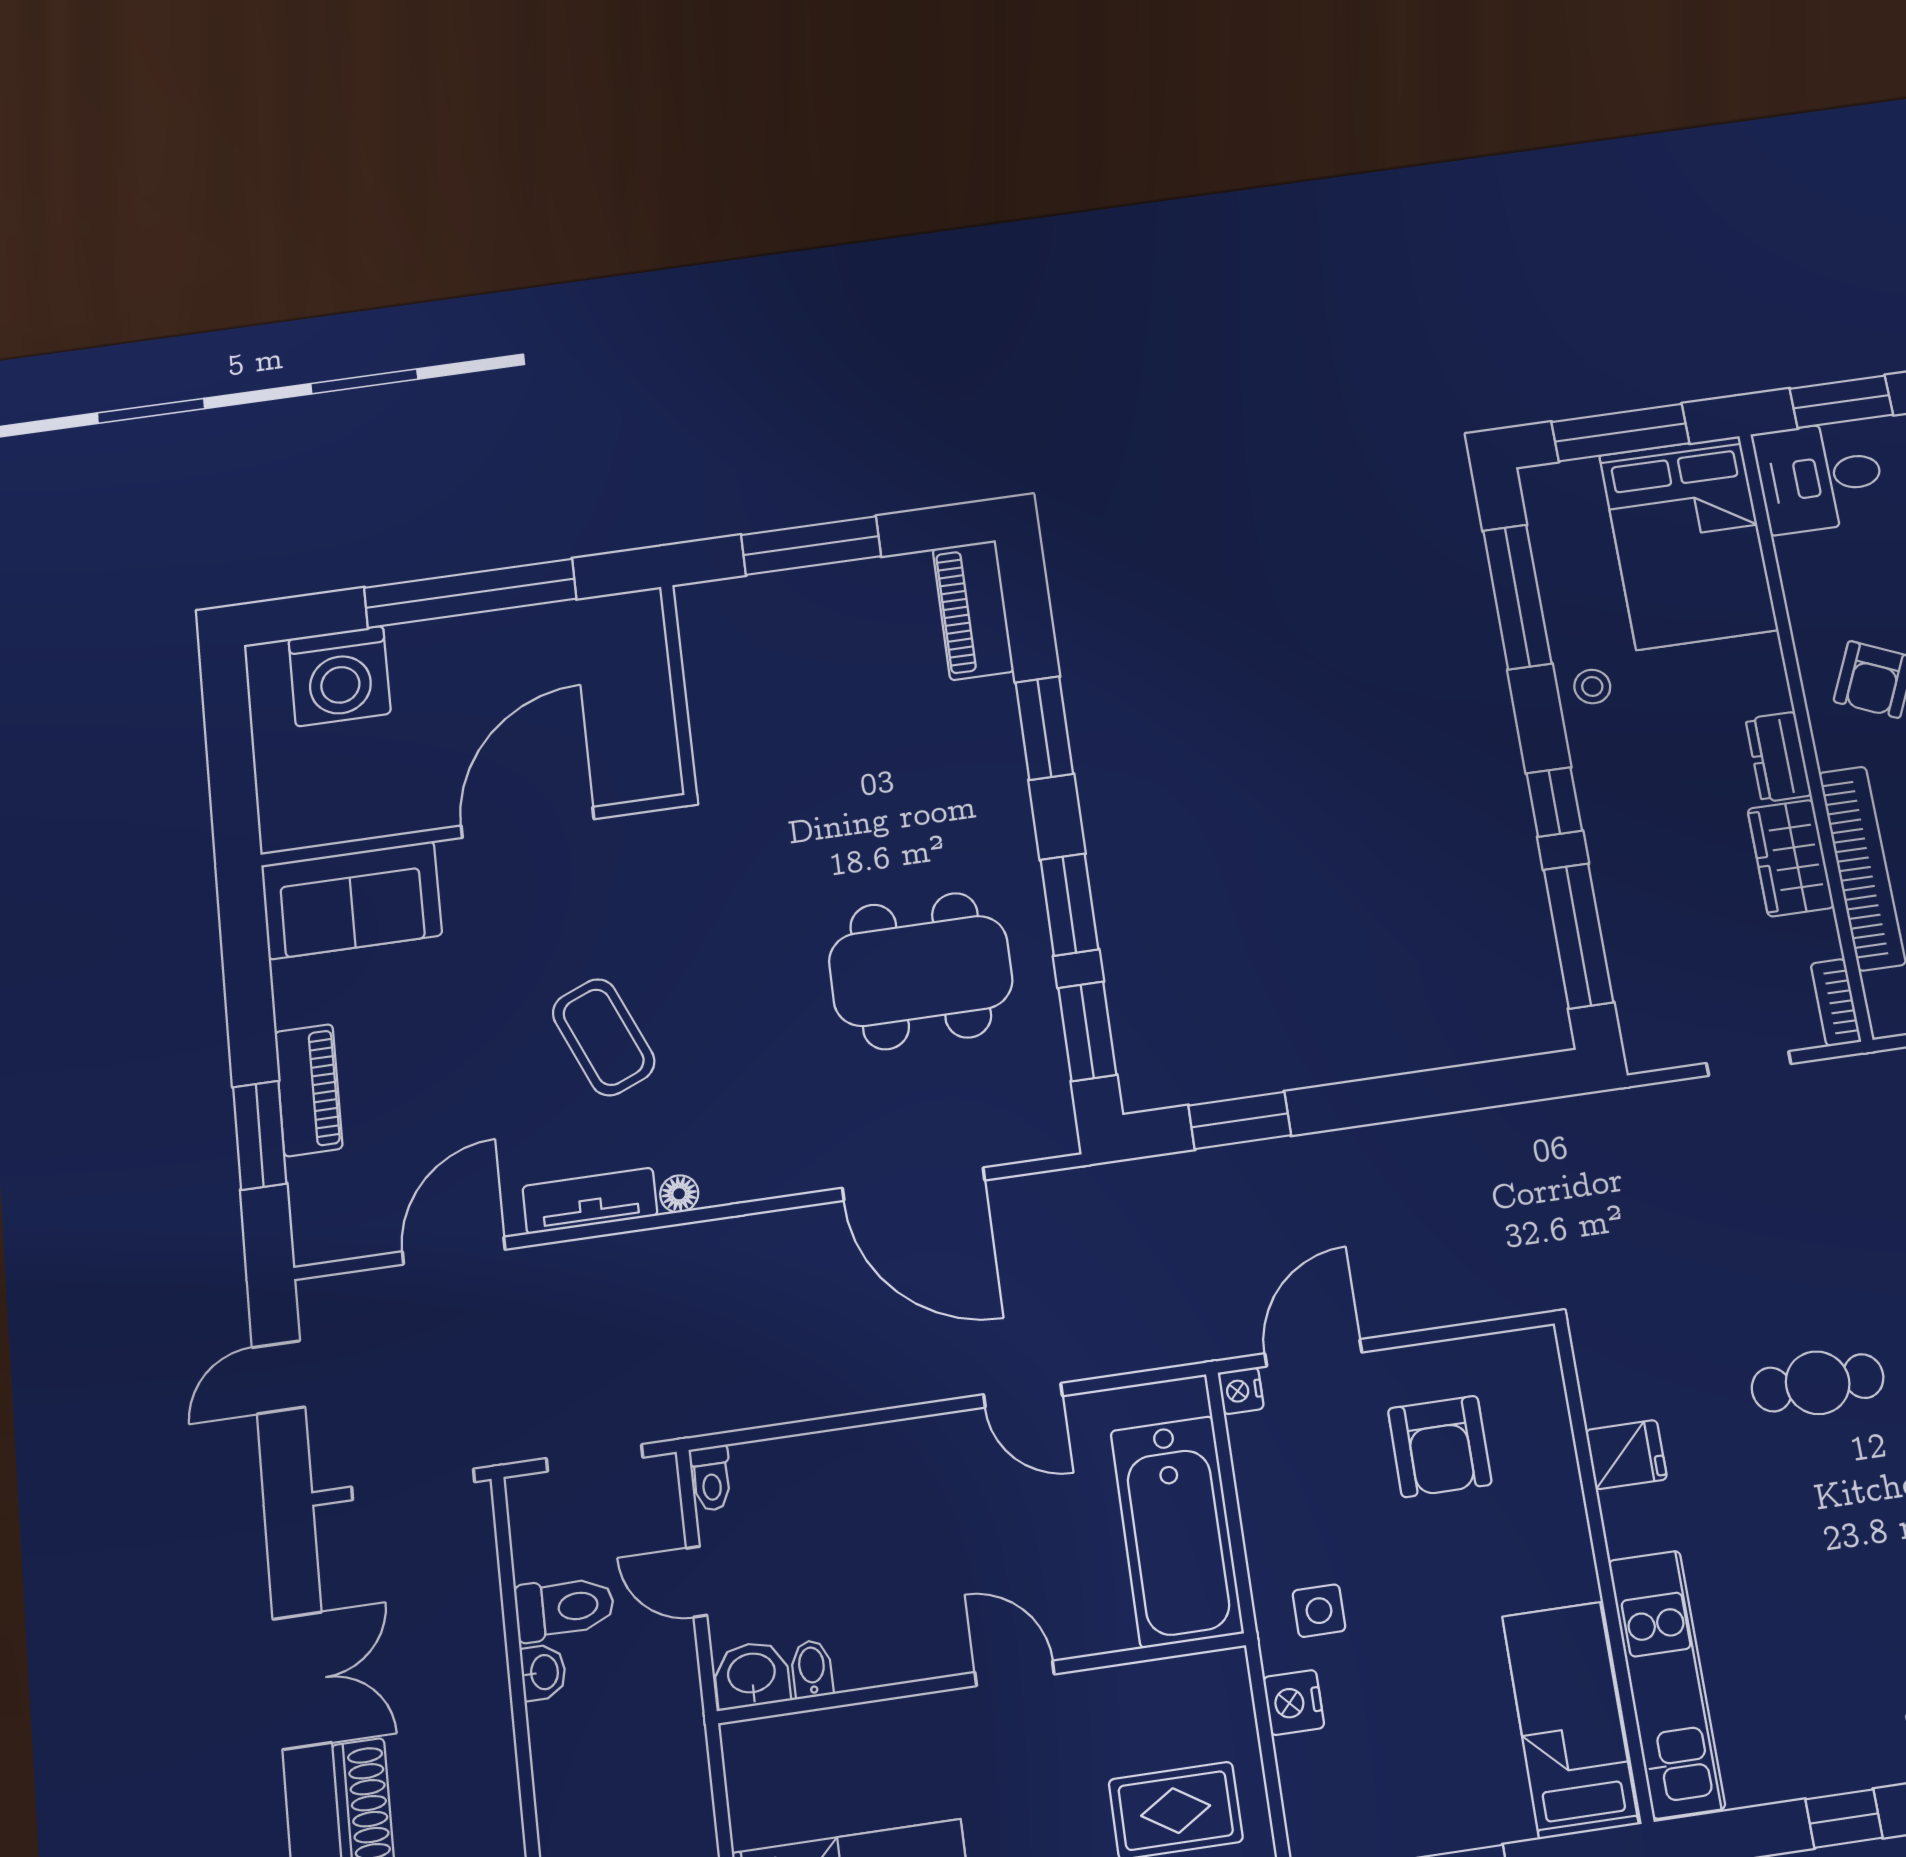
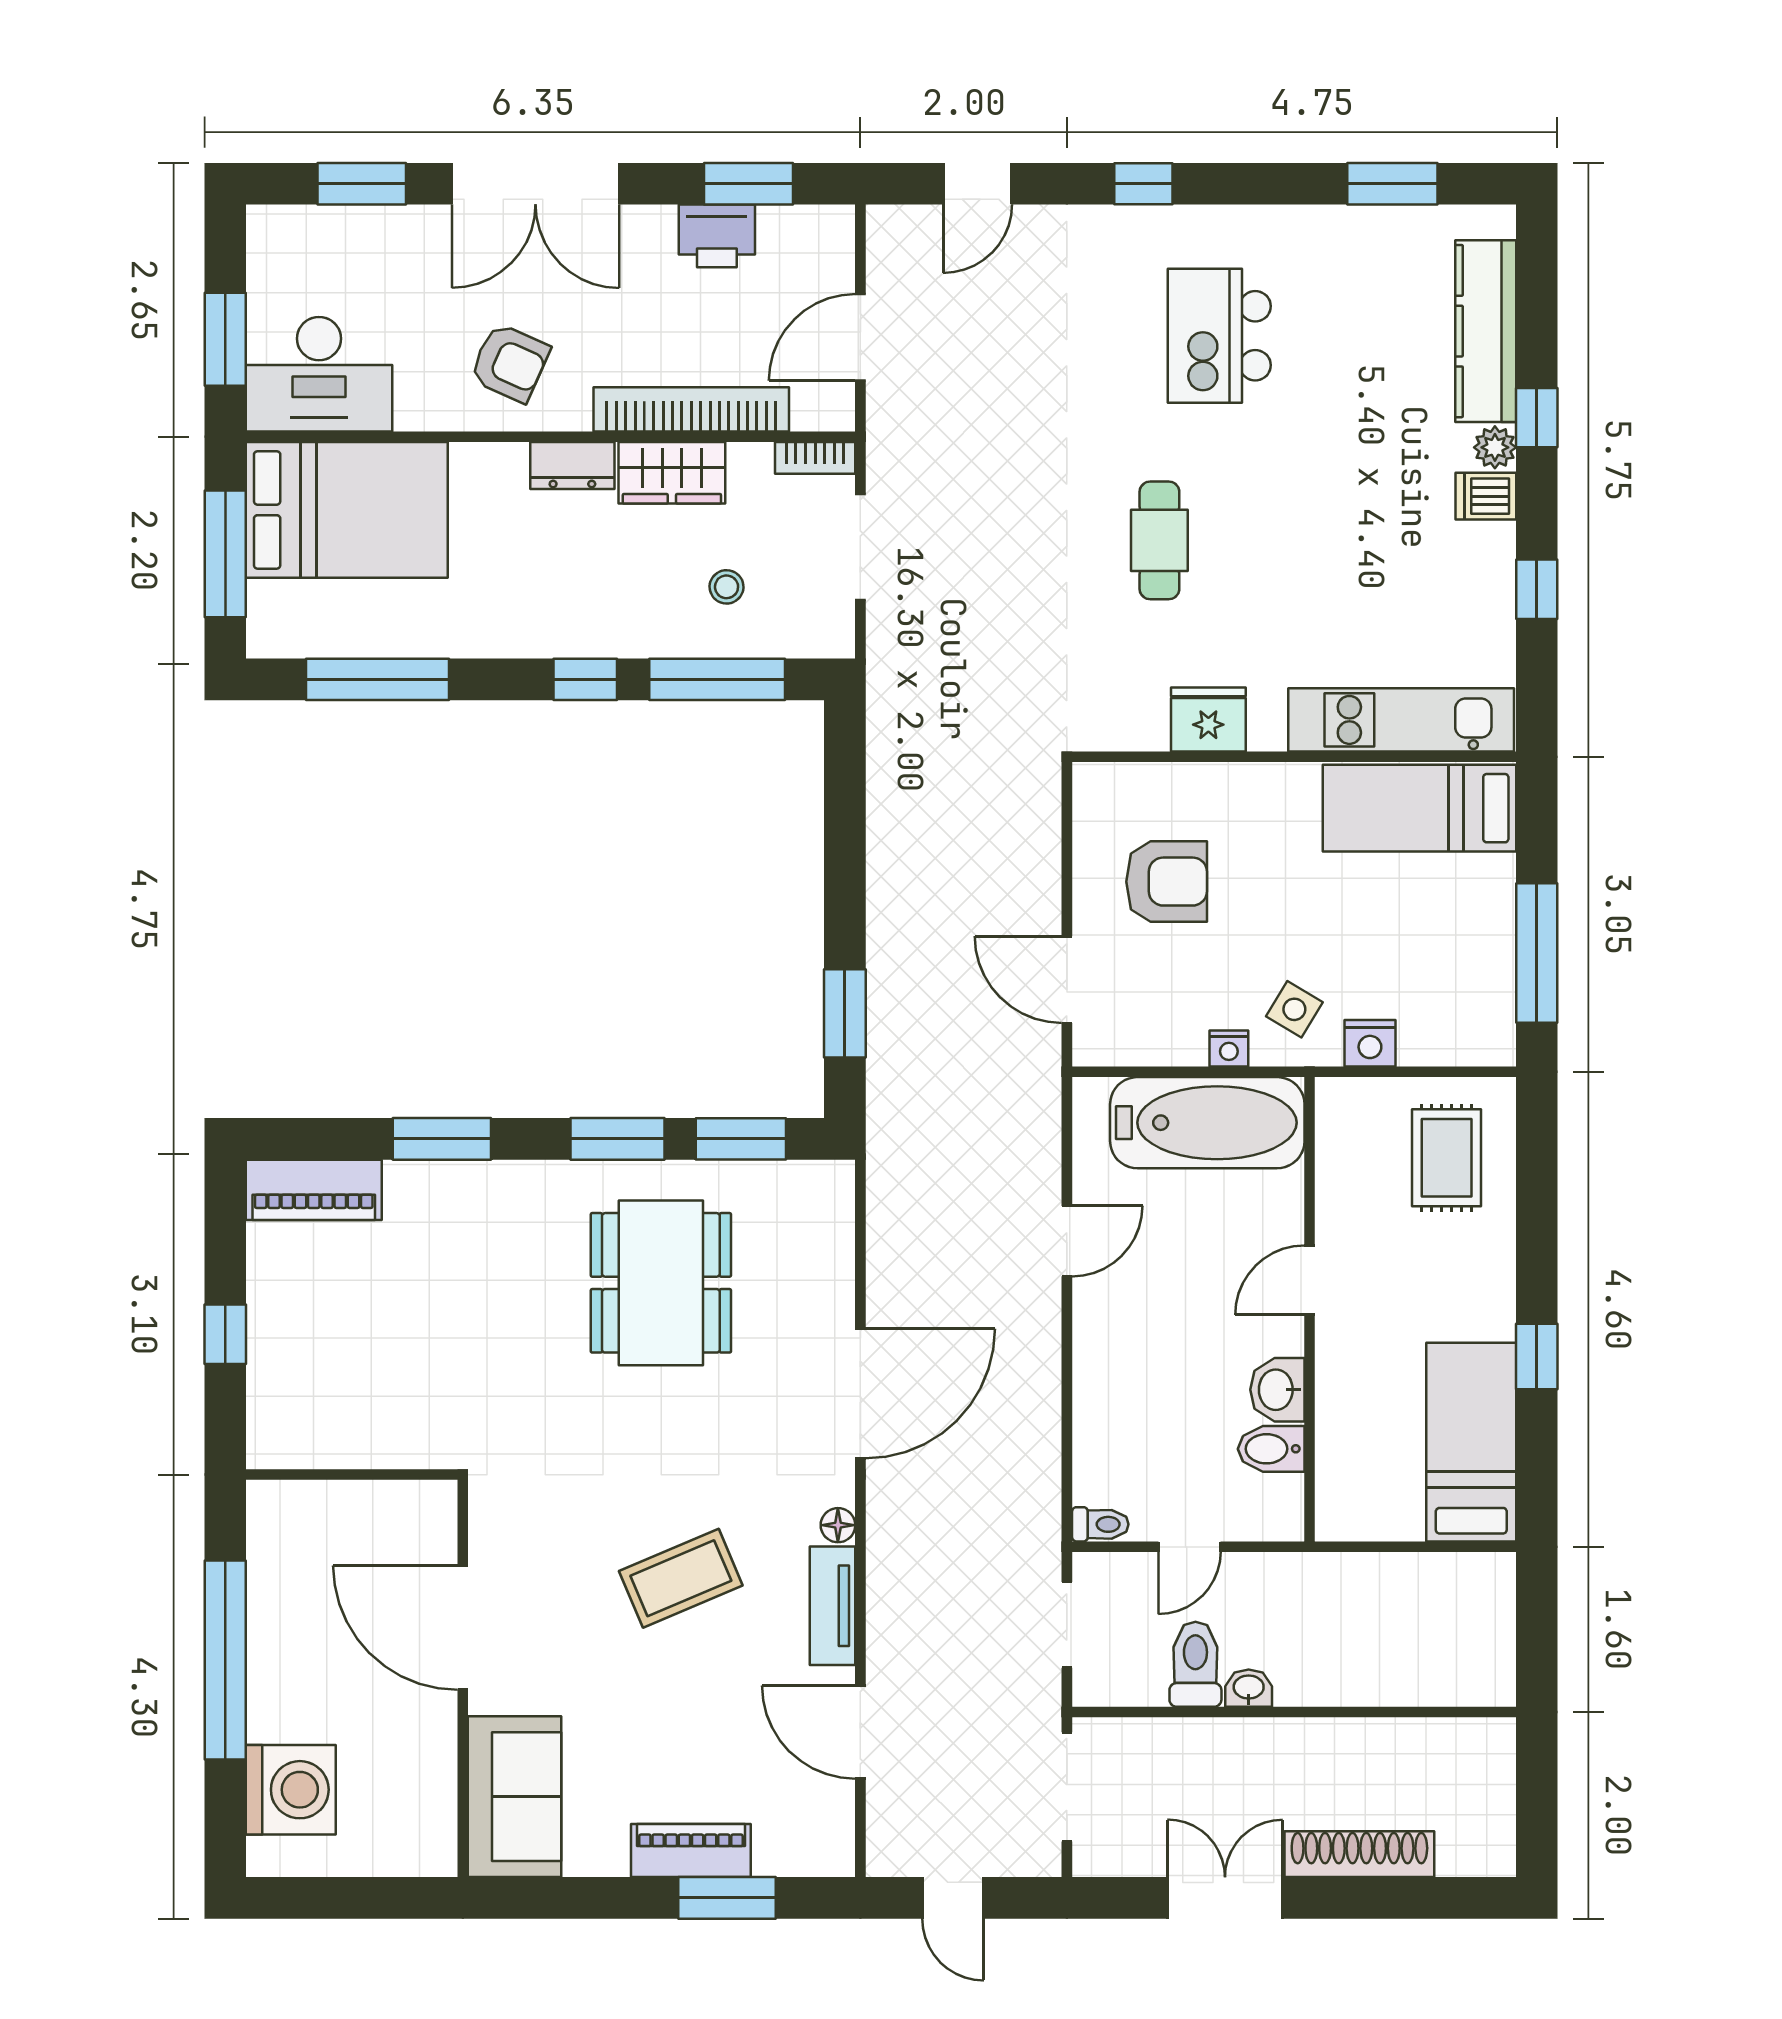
desk: (1820, 477) -> (319, 374), width x1.37
window: (811, 546) -> (225, 1334), width x0.46
stool: (1592, 687) -> (727, 587), moved
doorway: (1749, 1064) -> (860, 547), width x1.38
door: (914, 1184) -> (860, 1393), moved
nightstand: (1241, 1391) -> (1229, 1049), moved
fridge: (1626, 1455) -> (1208, 720), width x1.38
side table: (1319, 1611) -> (1294, 1009), turned 31
bidet: (812, 1669) -> (1271, 1449), width x1.38, depth x1.36
washbasin: (752, 1675) -> (1277, 1390), moved

